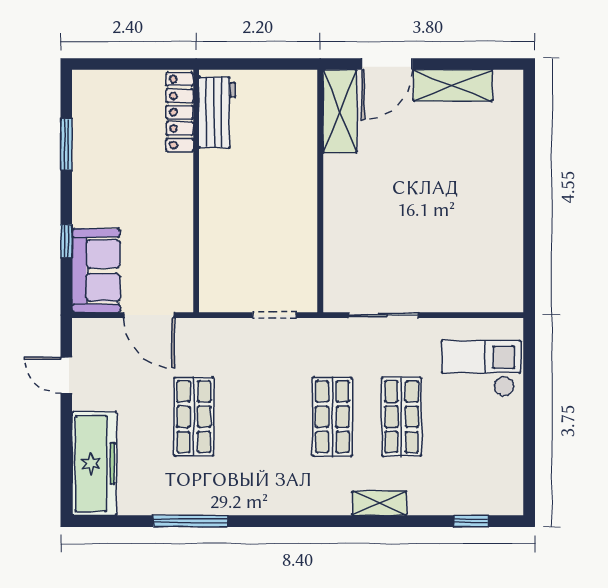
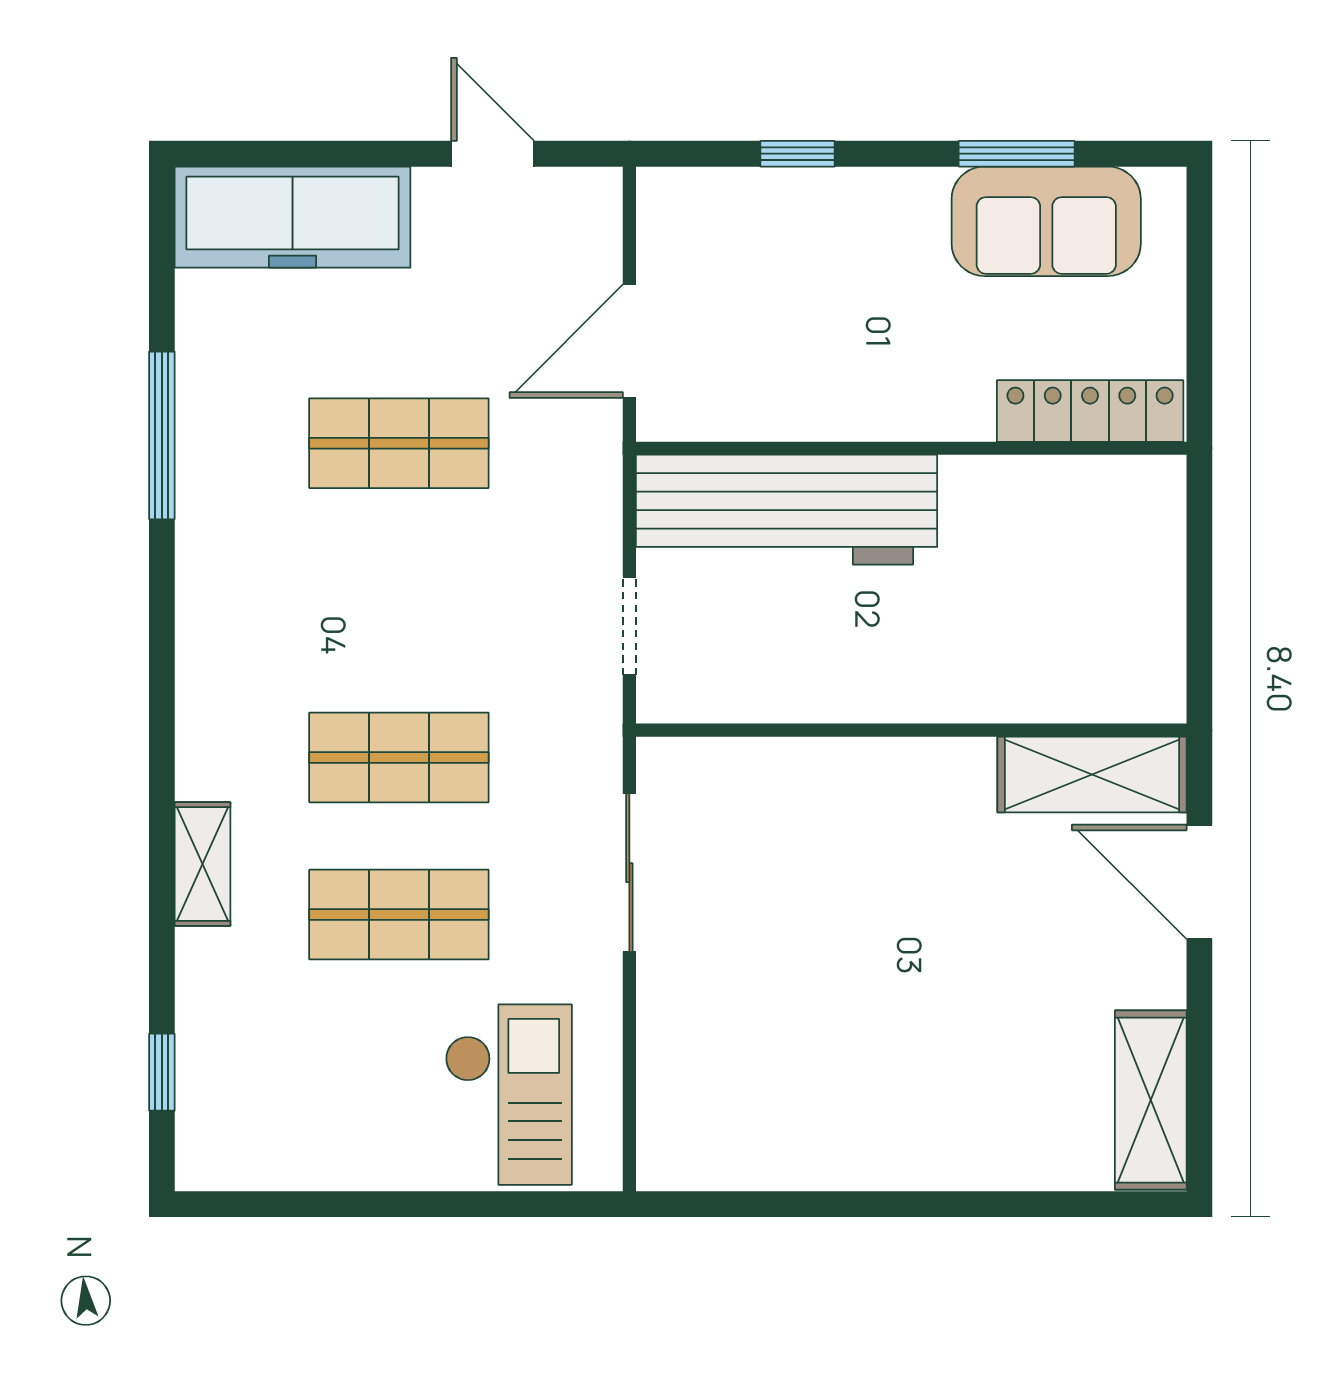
shelving: (453, 85) -> (1151, 1100), moved
workbench: (217, 112) -> (787, 510), moved, width x1.87, depth x1.32
sofa: (96, 271) -> (1046, 221), moved
door: (66, 375) -> (493, 154), hinge flipped

